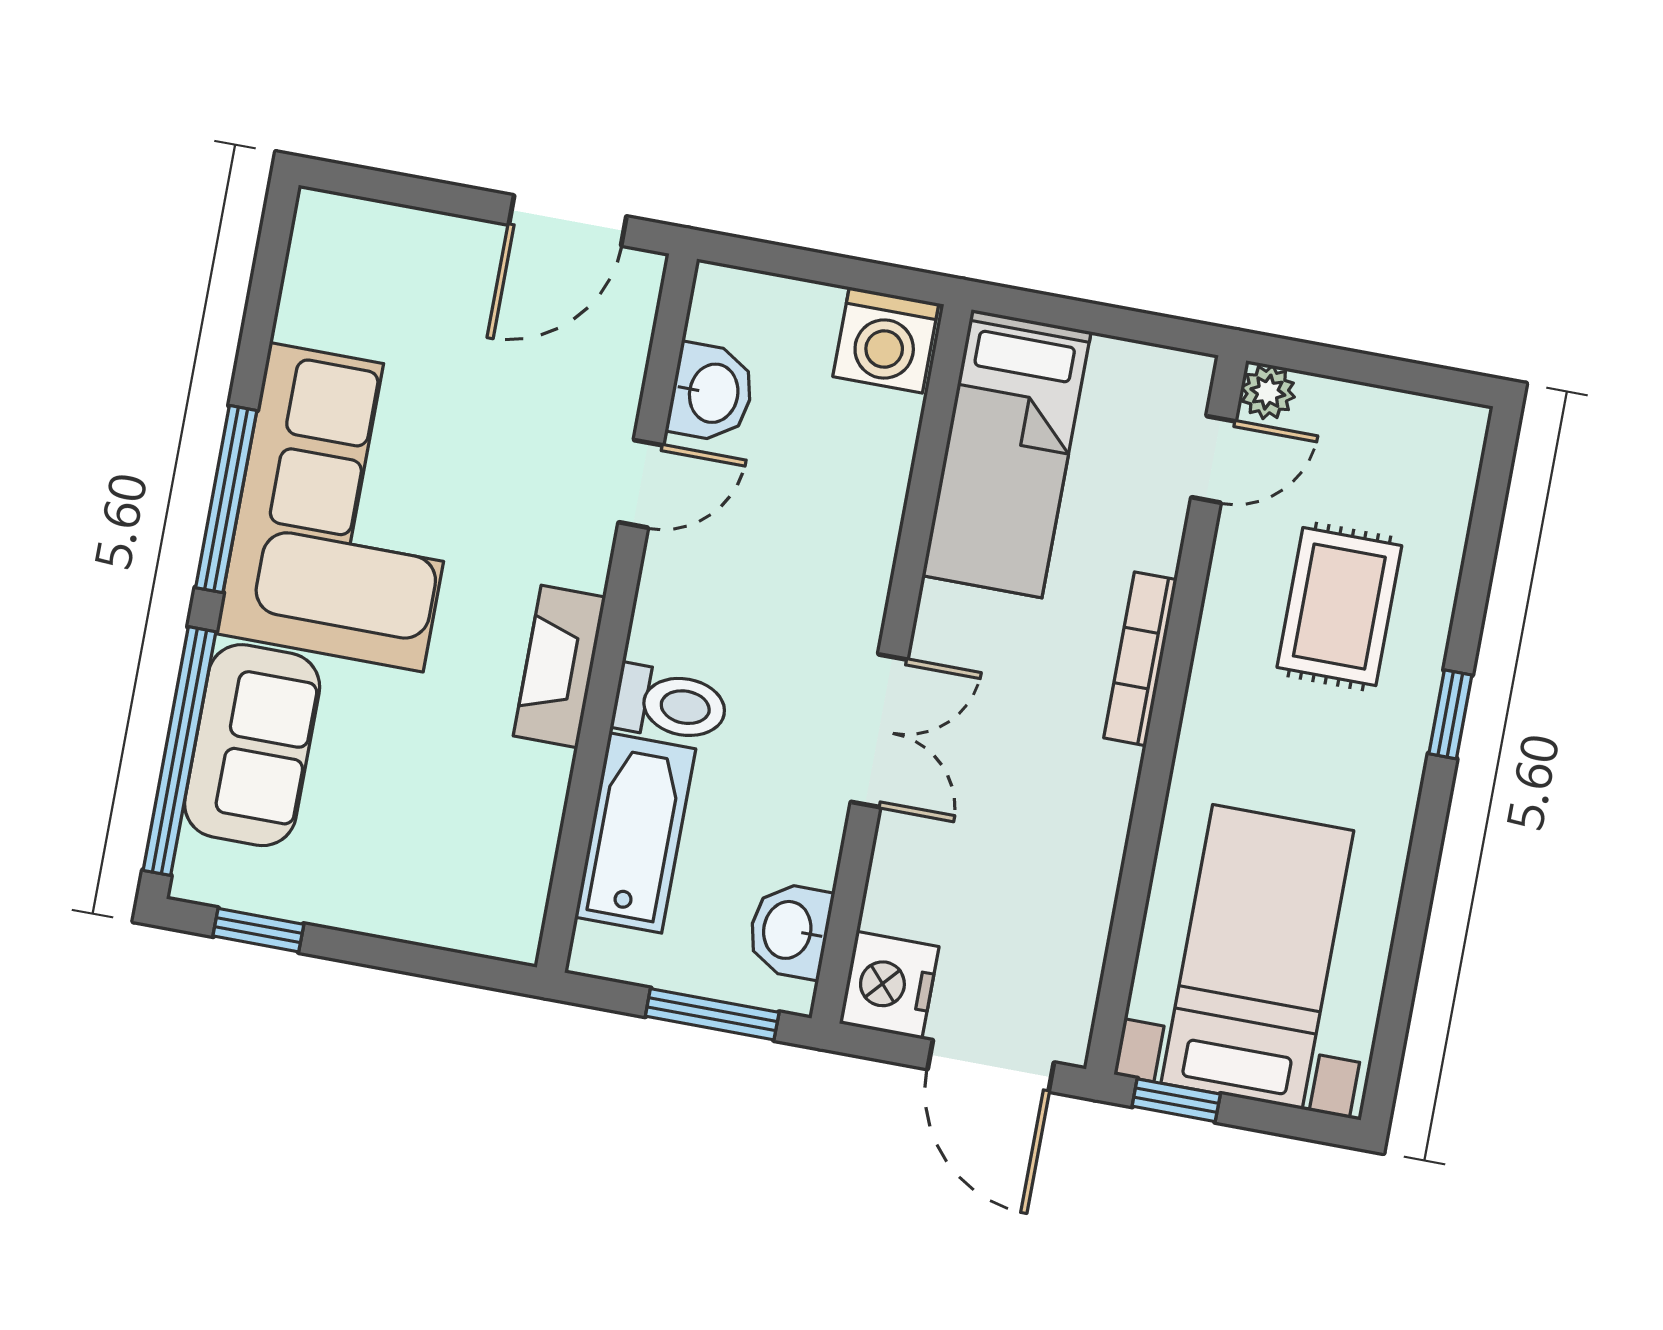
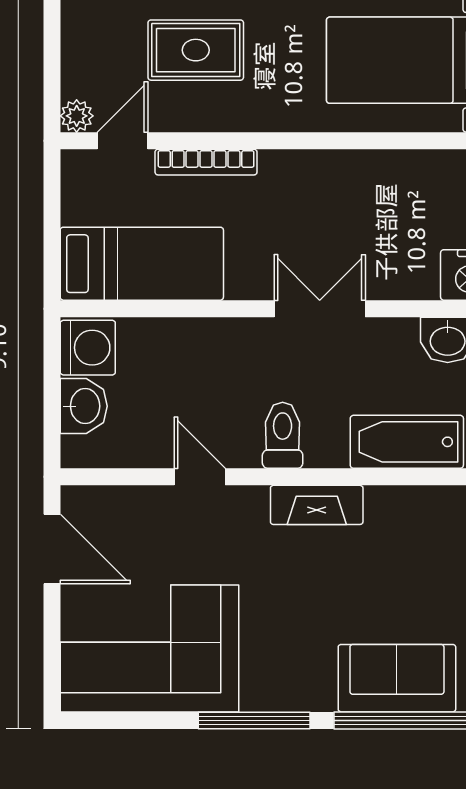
washbasin: (711, 393) -> (84, 406), moved, turned 90
door: (1214, 459) -> (122, 141), hinge flipped
corner sofa: (346, 507) -> (149, 648), moved
bookcase: (1140, 659) -> (206, 162), moved
toilet: (670, 704) -> (283, 435), moved

